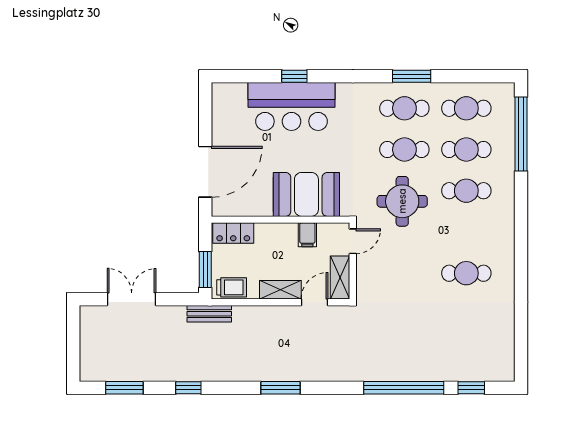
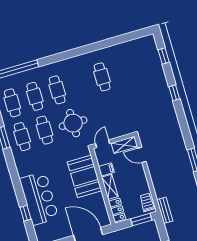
window: (294, 76) -> (25, 213), moved
door: (353, 241) -> (103, 144), hinge flipped
shelving: (280, 290) -> (110, 187), moved
window: (404, 388) -> (174, 93), width x0.32

